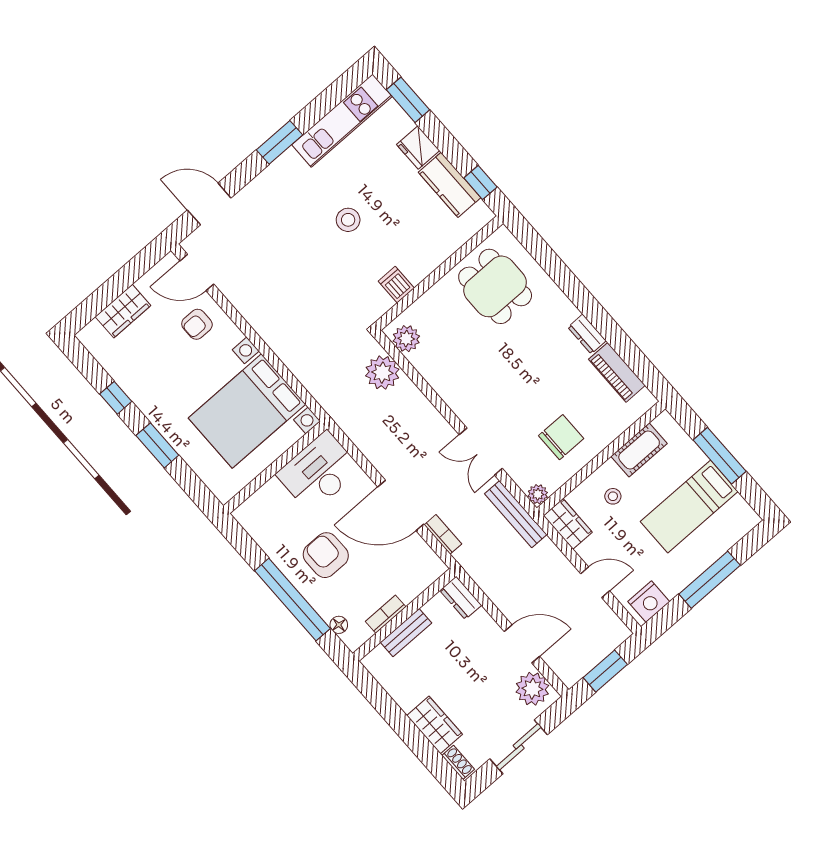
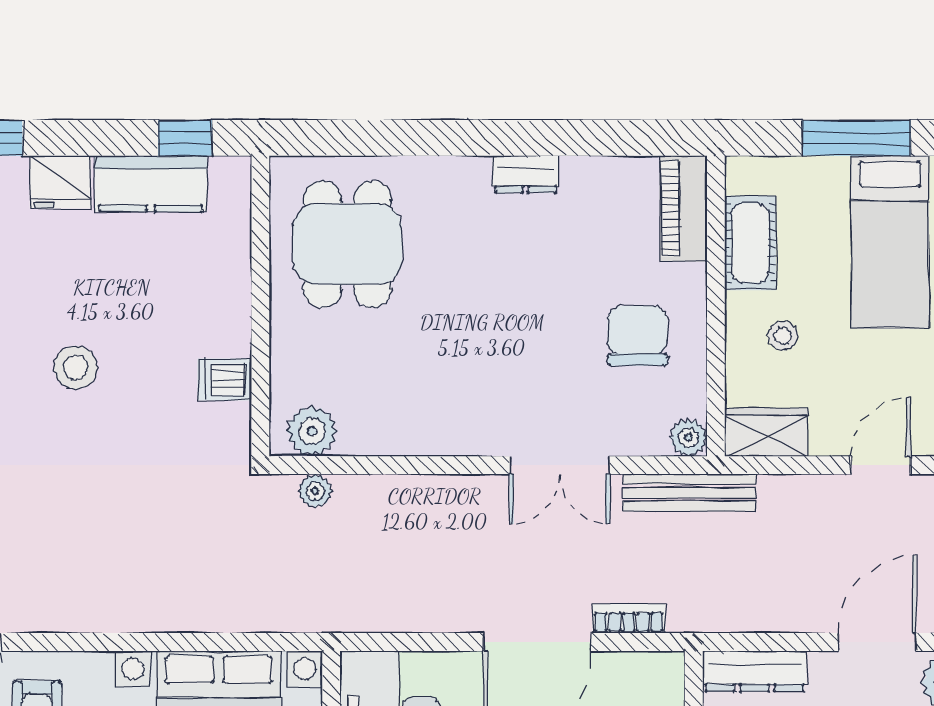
dining table: (495, 286) -> (347, 244), turned 90
piano: (617, 372) -> (683, 209), moved, turned 90
plant: (382, 373) -> (315, 491), width x0.53, depth x0.53
dresser: (461, 598) -> (754, 671), width x1.44

